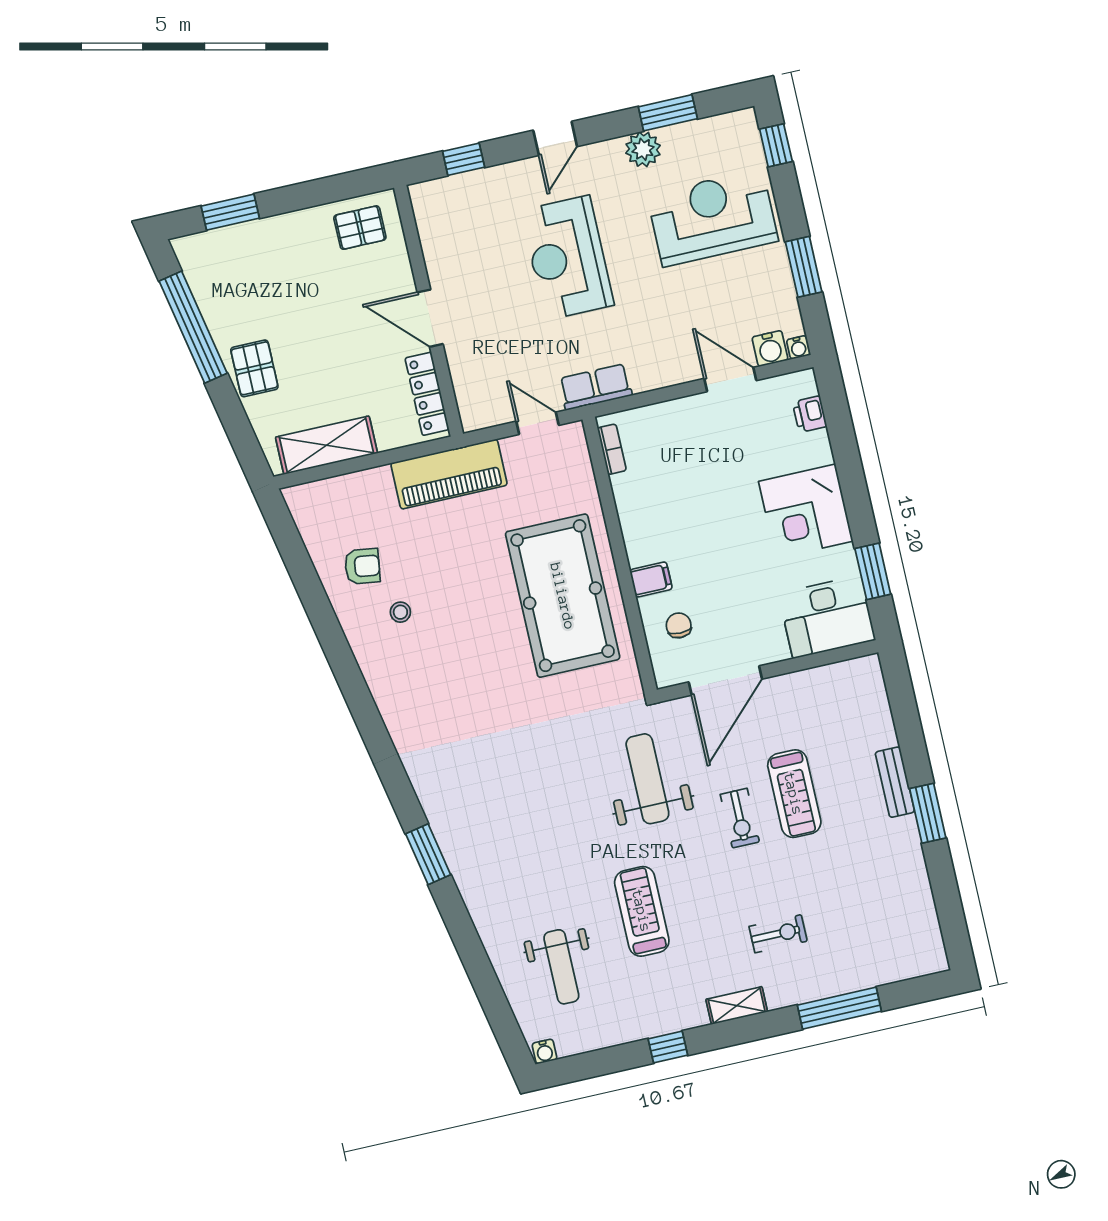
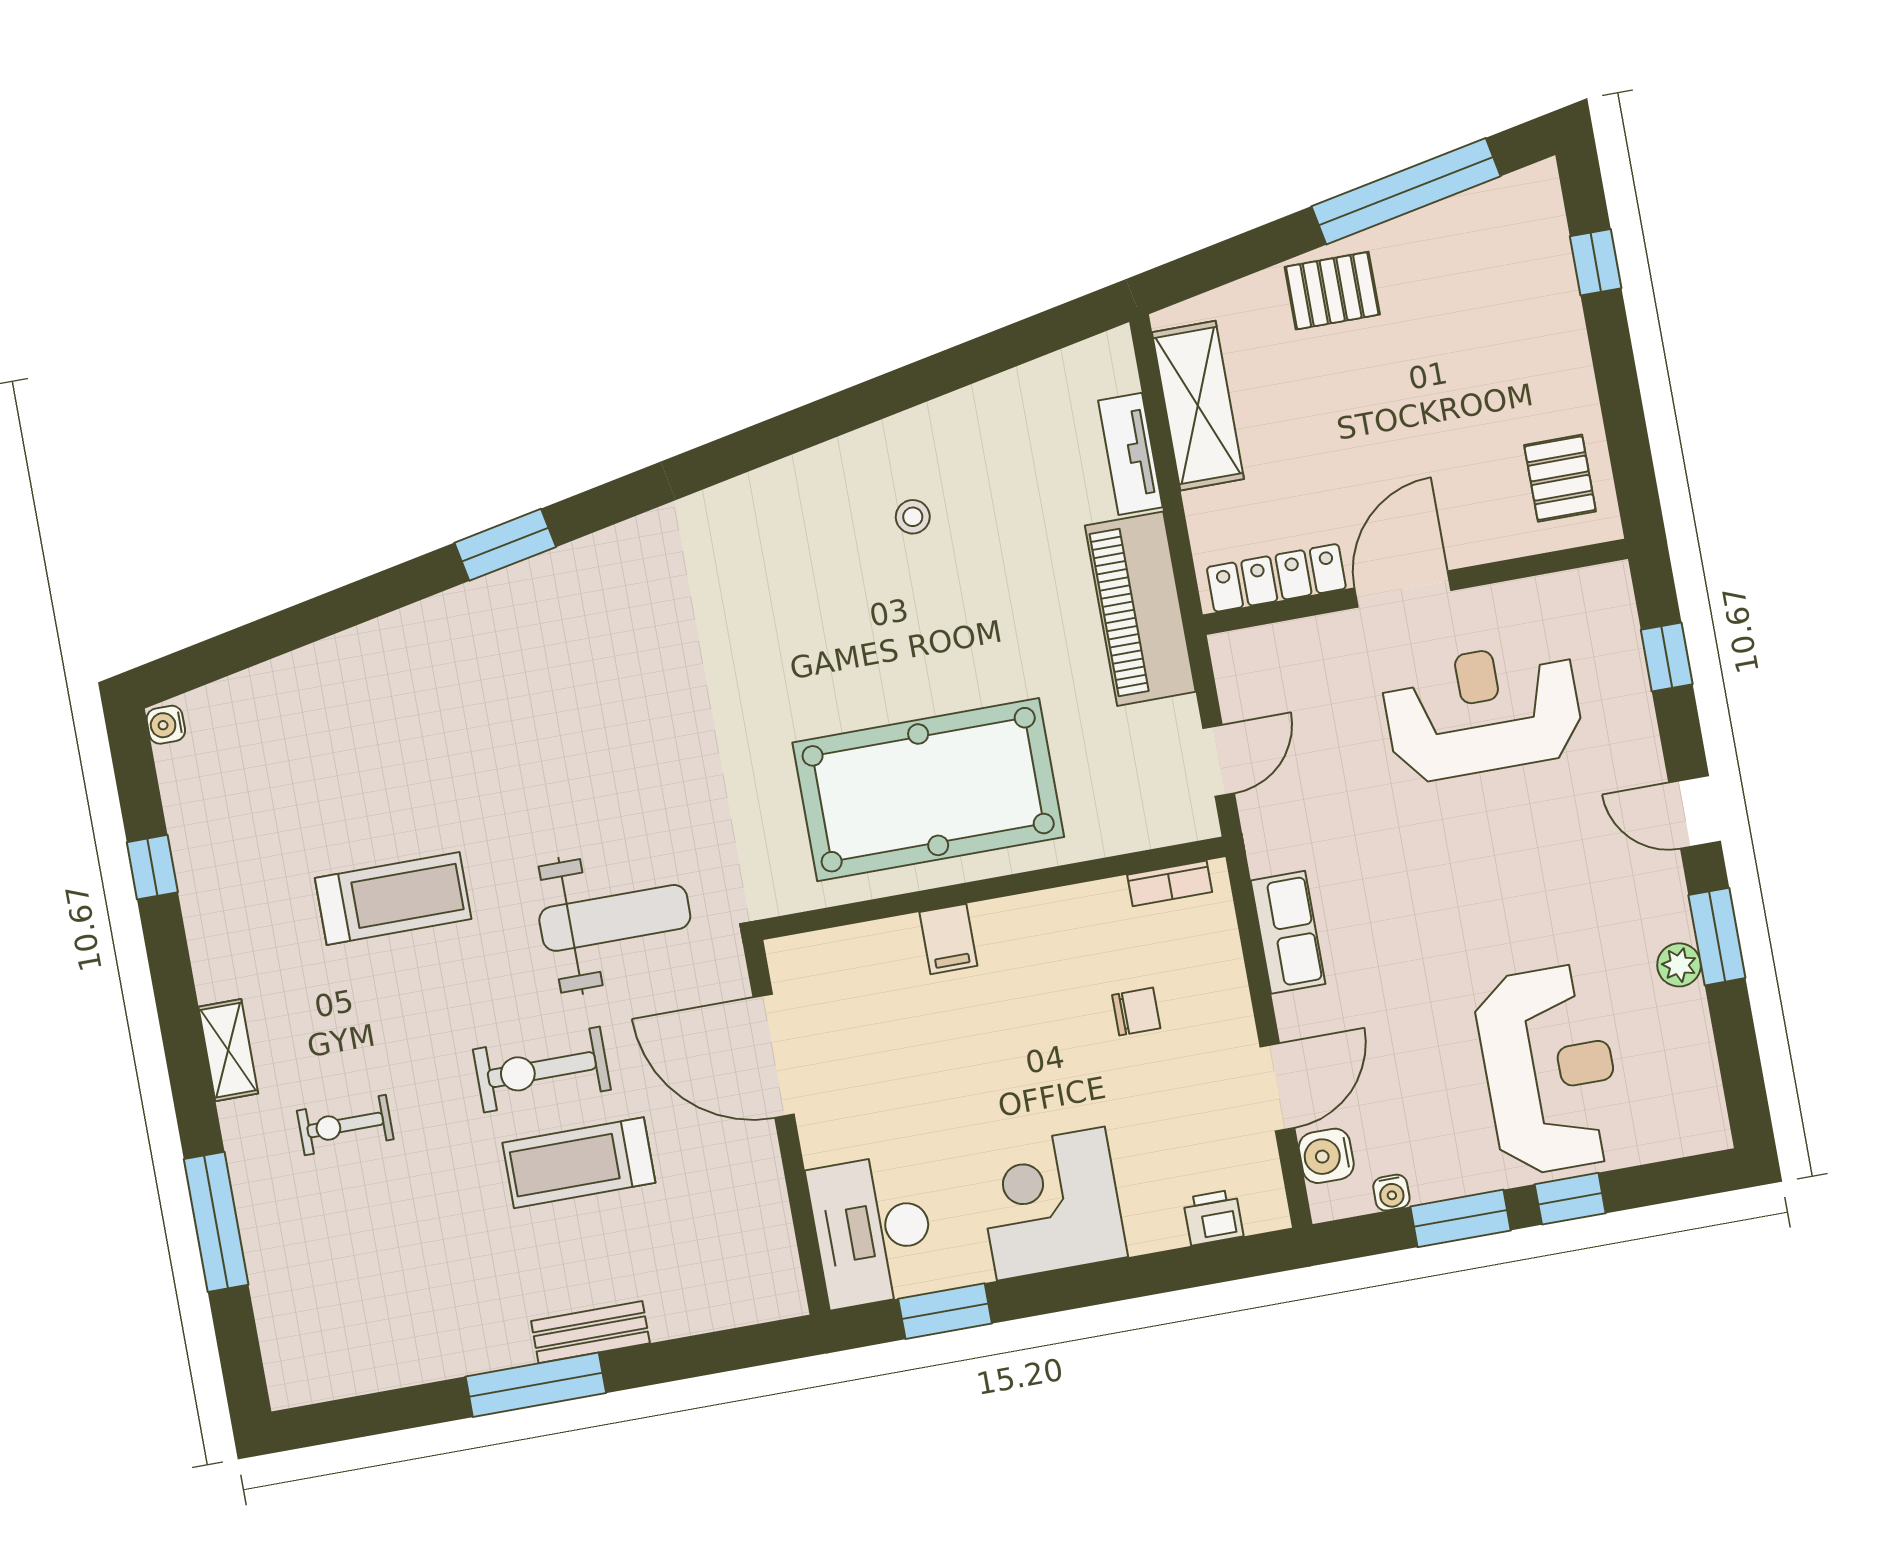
window: (668, 113) -> (1717, 937), moved
window: (776, 145) -> (1570, 1199), moved
plant: (643, 149) -> (1679, 965), width x0.73, depth x0.73
window: (230, 212) -> (1596, 262), width x0.67
reception desk: (567, 258) -> (1483, 711), moved
water cooler: (798, 347) -> (1391, 1193), moved, turned -90
row of seats: (595, 387) -> (1288, 932), moved
tv unit: (357, 484) -> (1130, 454), added
armchair: (362, 566) -> (992, 456), removed
chair: (679, 625) -> (1136, 1012), moved
window: (928, 813) -> (536, 1385), width x1.44
exercise bike: (740, 818) -> (542, 1070), width x1.38, depth x1.39
exercise bike: (778, 934) -> (345, 1125), turned 90
weight bench: (561, 967) -> (306, 759), removed
window: (668, 1047) -> (152, 867), moved

